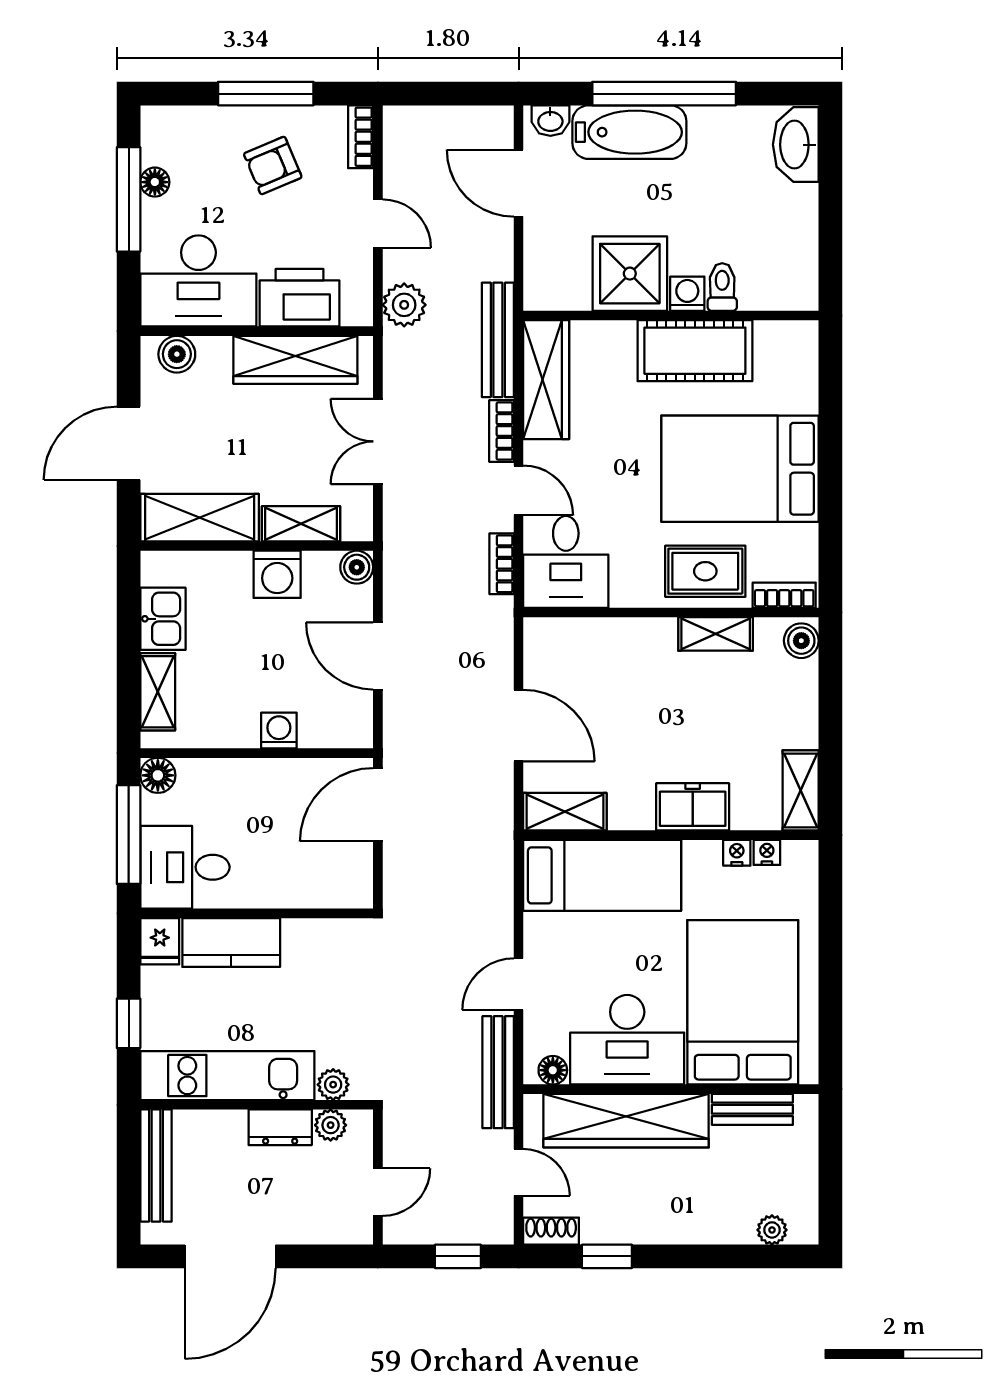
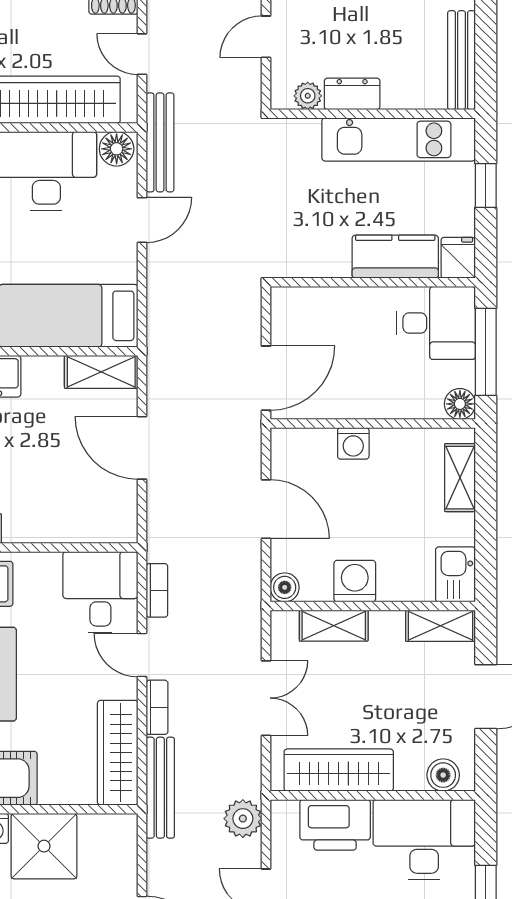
shelving: (200, 518) -> (441, 626), width x0.67, depth x0.75
kitchen sink: (163, 619) -> (455, 574), moved
floor lamp: (553, 1070) -> (117, 149), width x1.37, depth x1.37
plant: (333, 1085) -> (305, 131), removed

